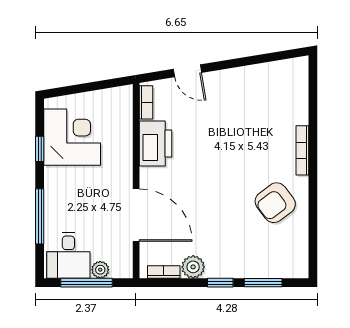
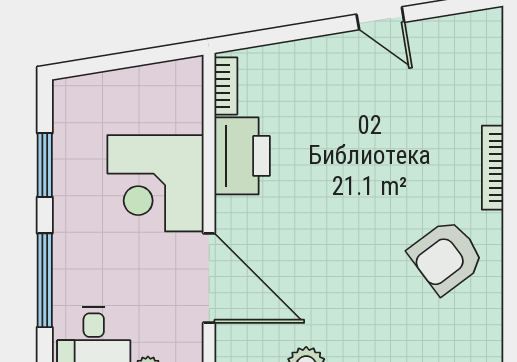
door: (187, 71) -> (380, 18), moved
corner desk: (72, 137) -> (155, 183), moved, turned 180
window: (40, 149) -> (45, 165), width x1.50

